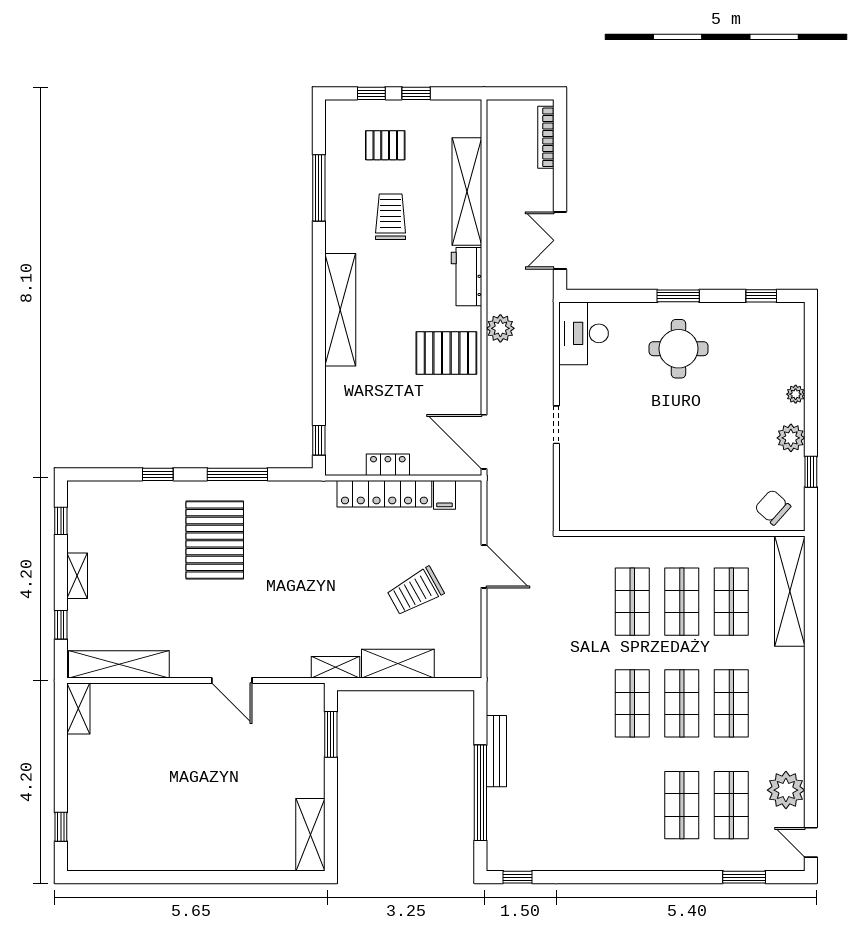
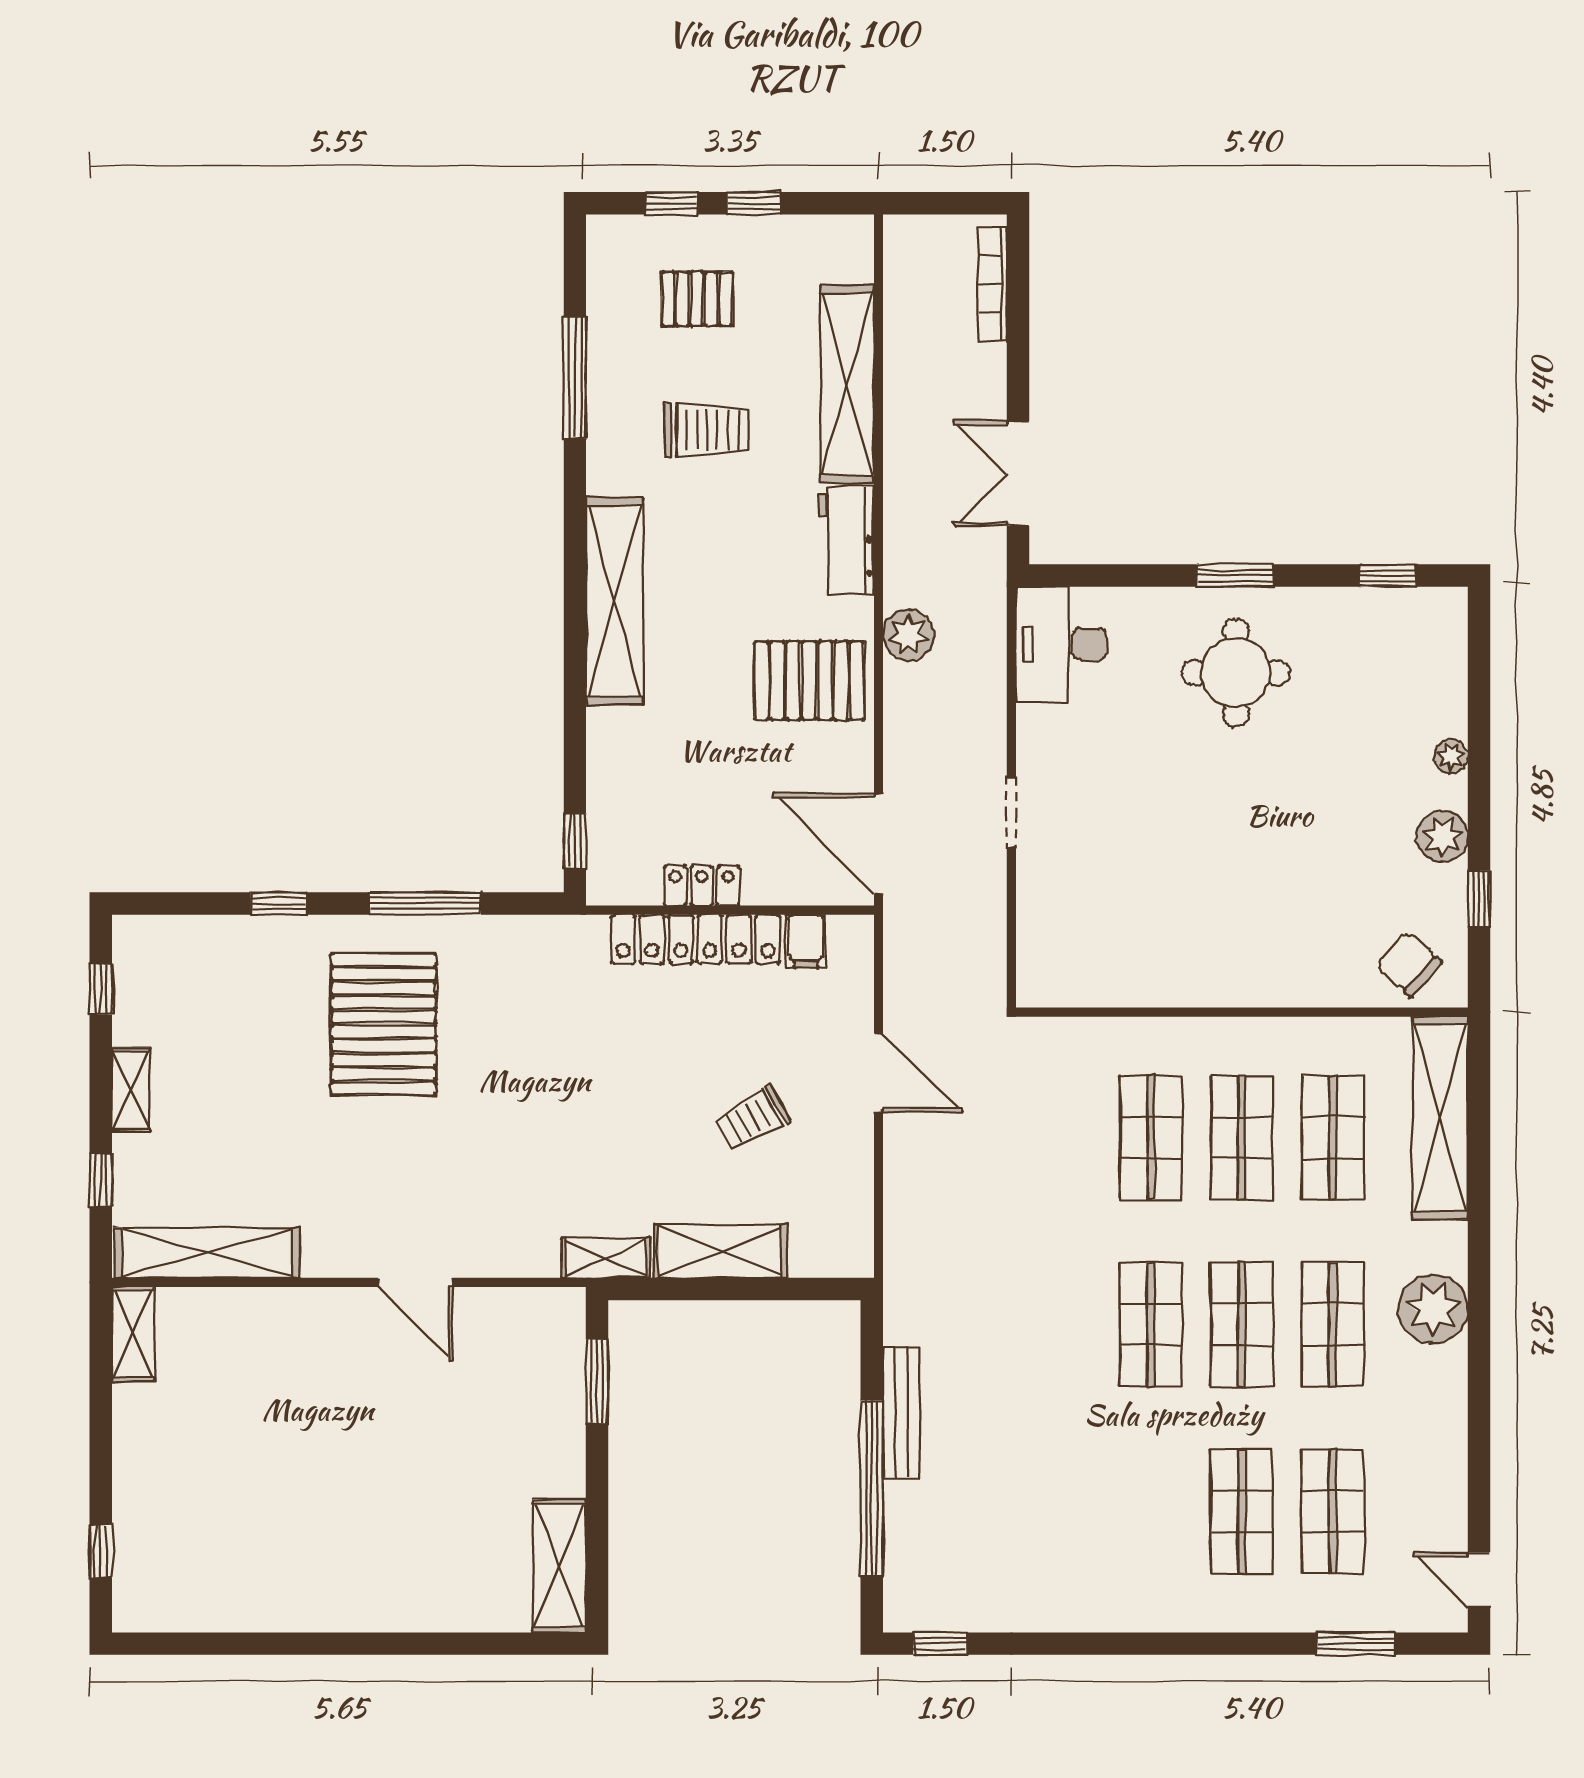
trolley: (391, 217) -> (707, 430), turned 90
trolley: (415, 591) -> (752, 1119), width x0.73, depth x0.72
plant: (786, 790) -> (1433, 1309), moved

